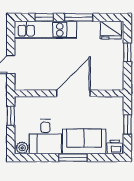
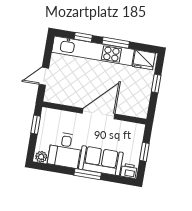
kitchen unit: (46, 30) -> (93, 51), width x1.36

